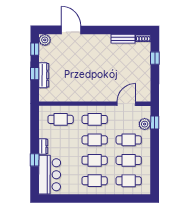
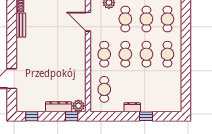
plant: (45, 40) -> (78, 106), moved
window: (35, 74) -> (72, 116), moved
bar counter: (50, 175) -> (161, 101), removed

